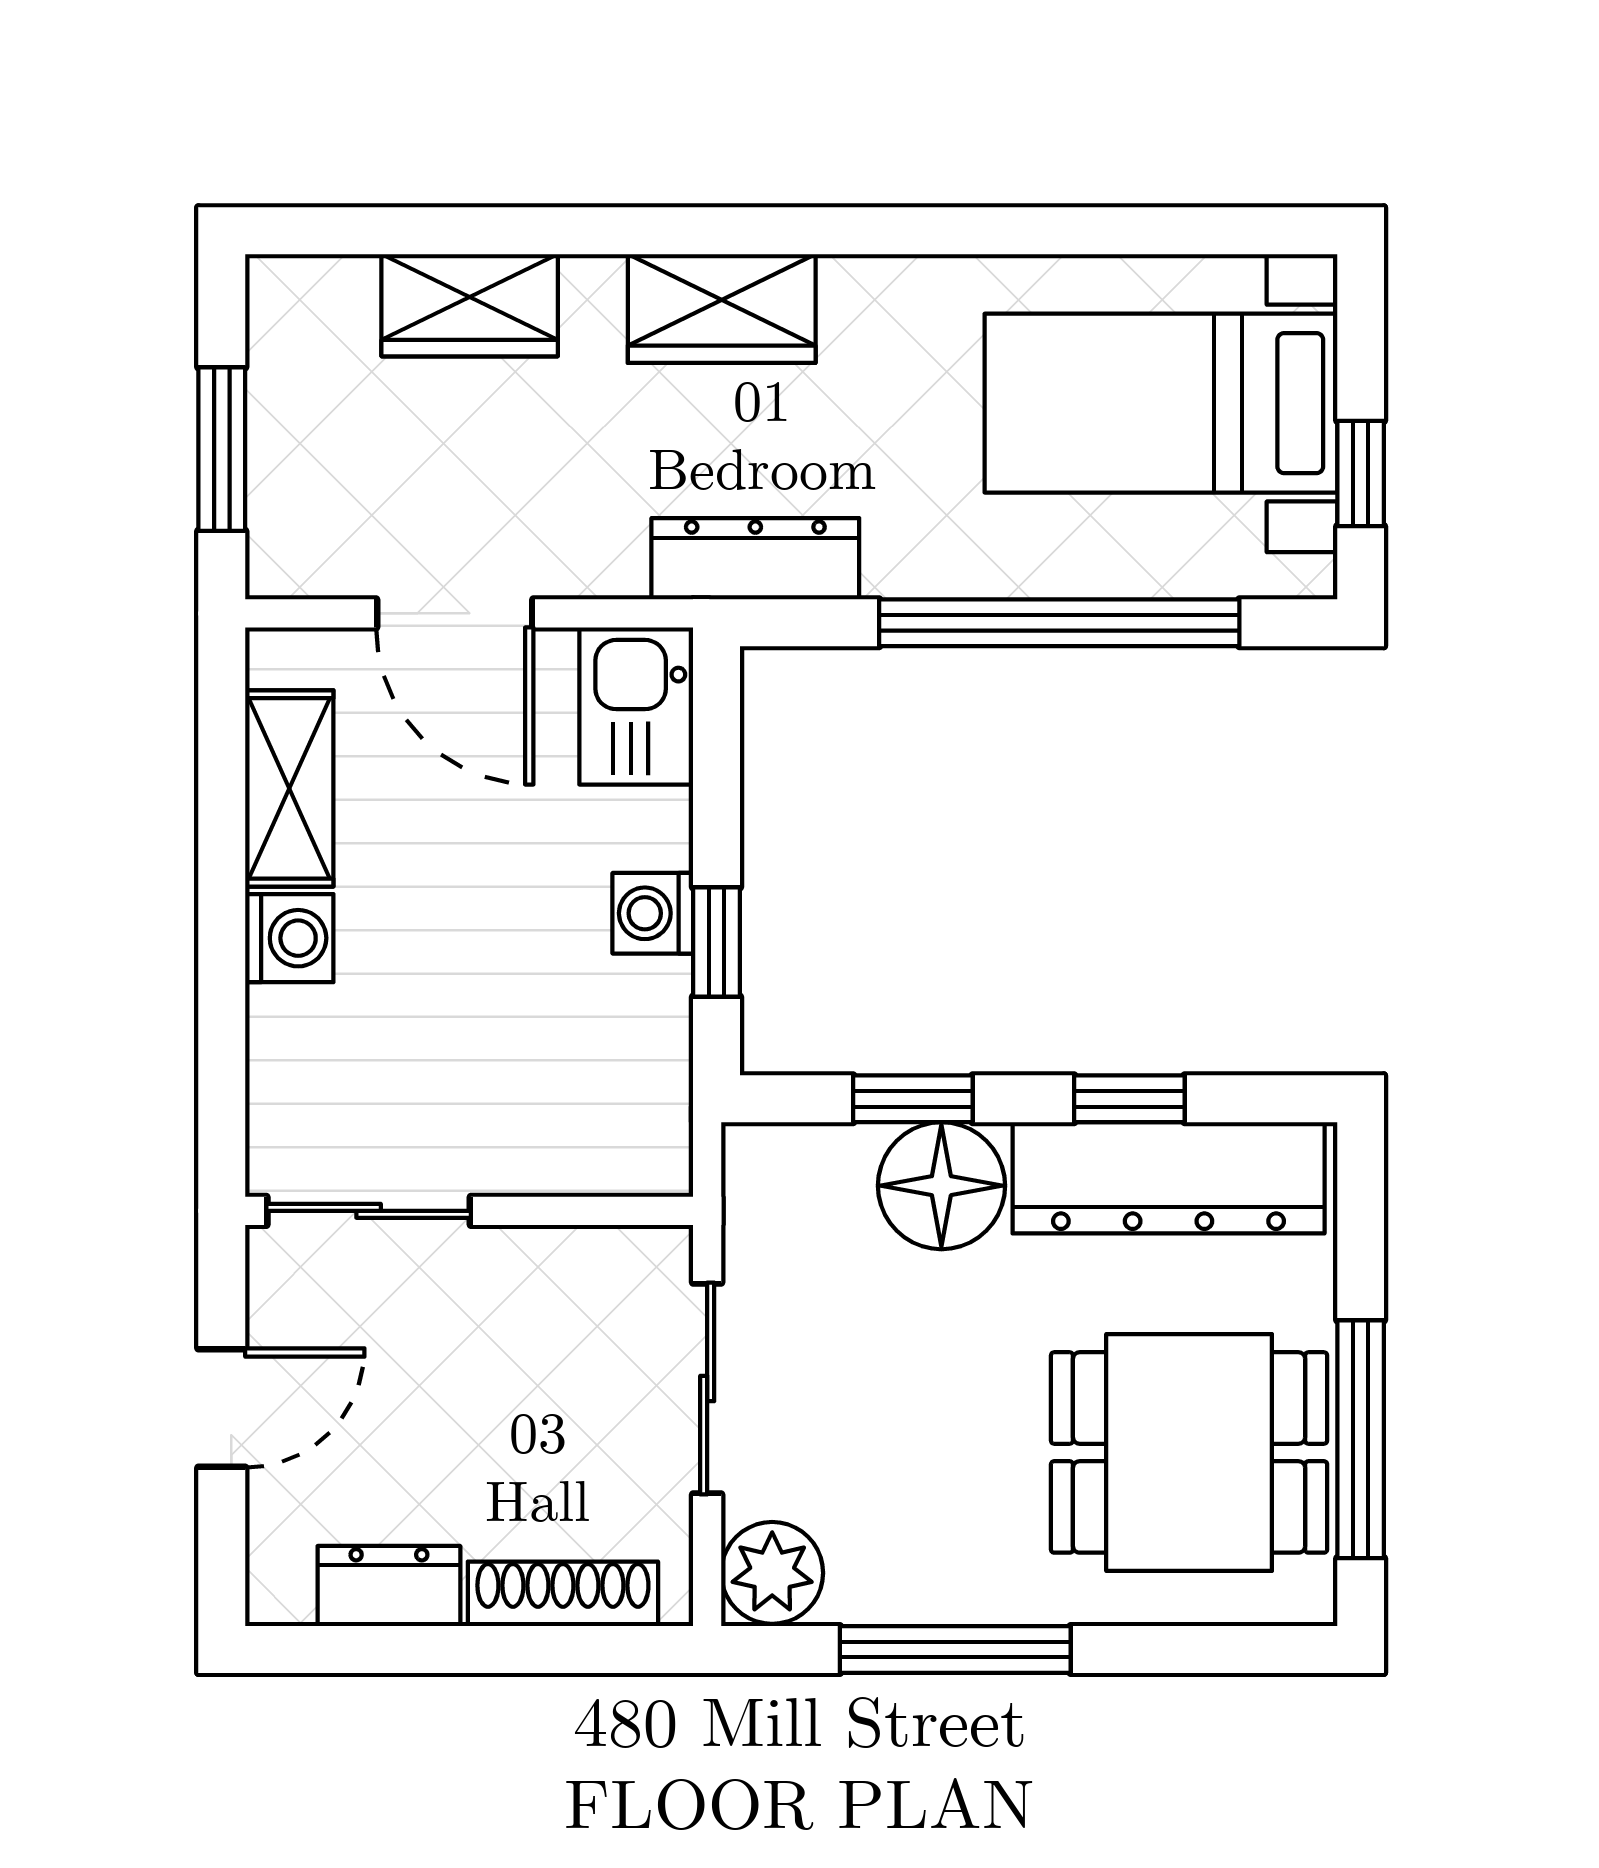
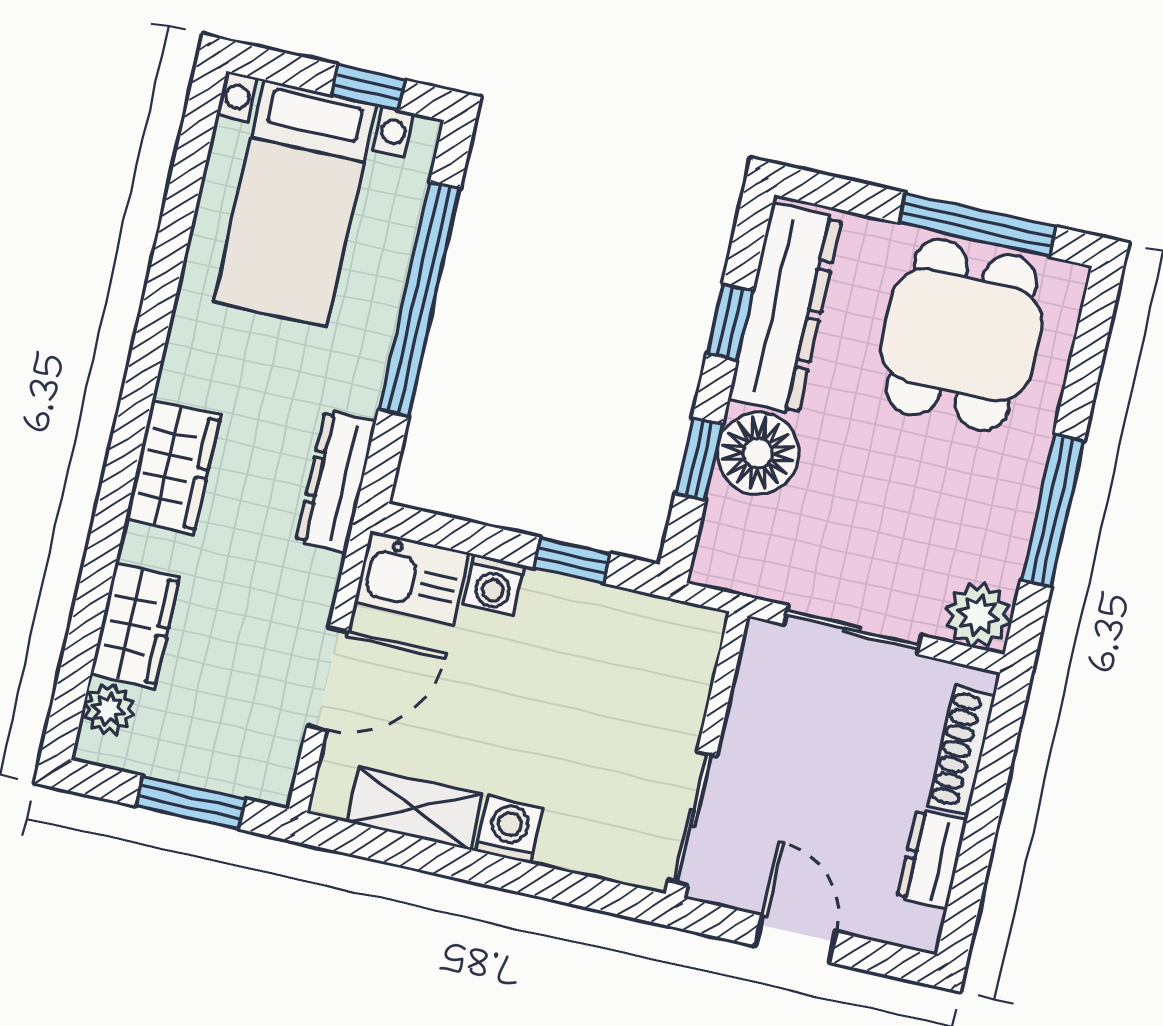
plant: (334, 294) -> (109, 709), added
washing machine: (653, 913) -> (494, 585), moved

